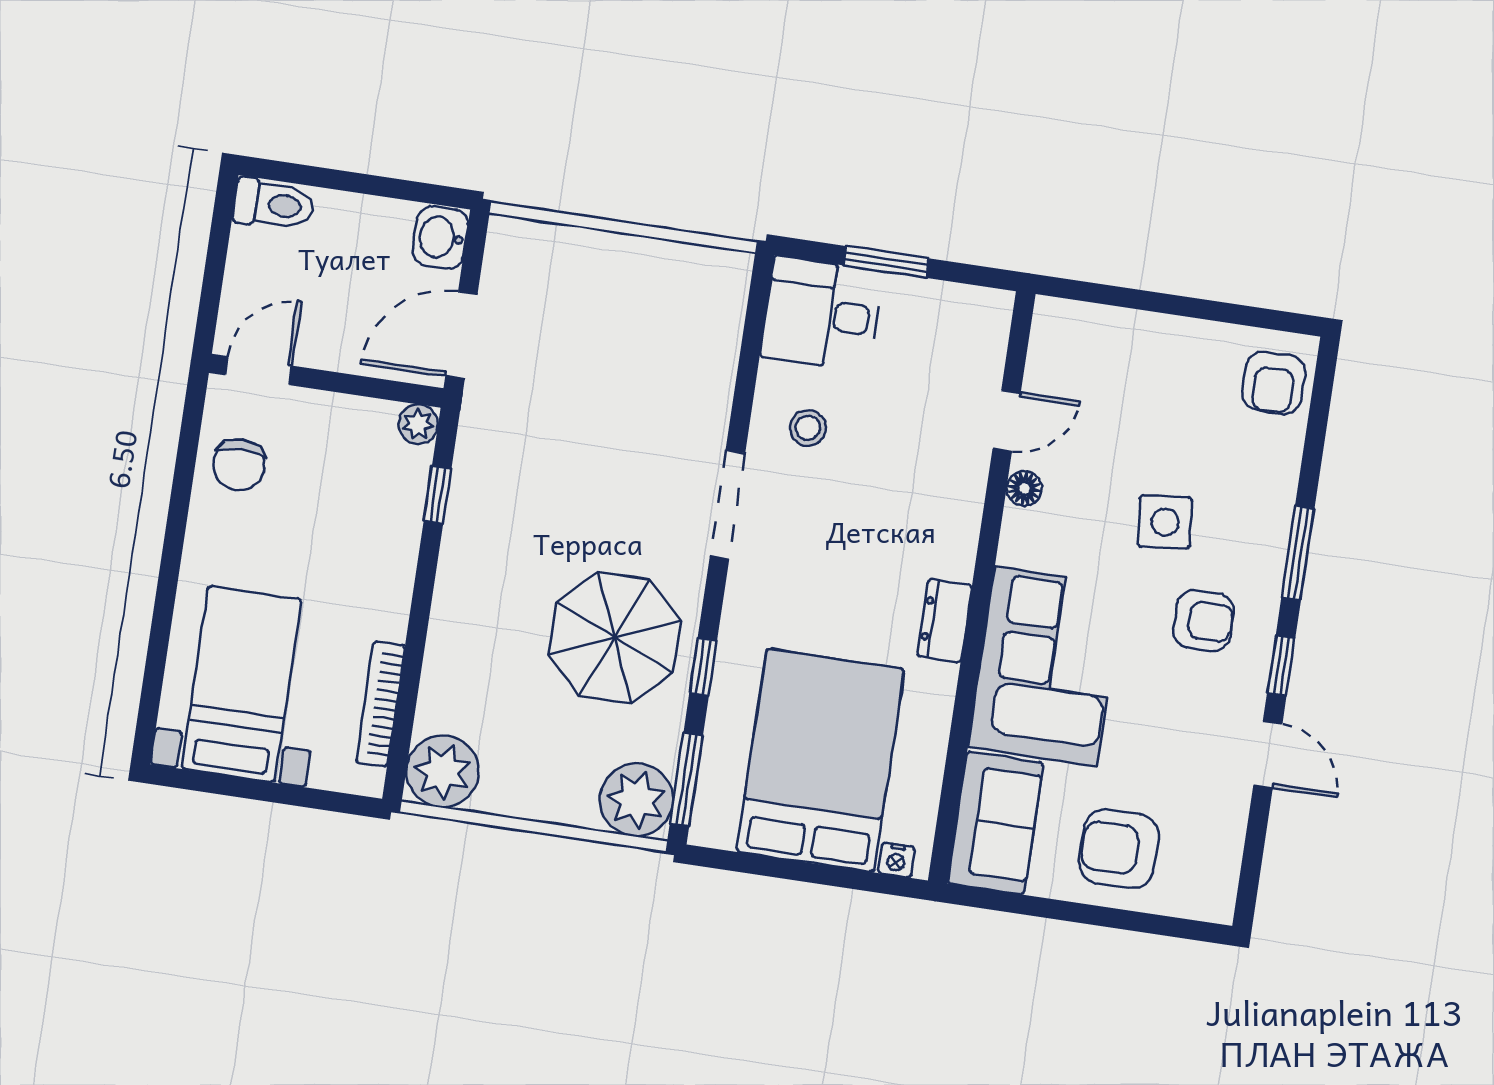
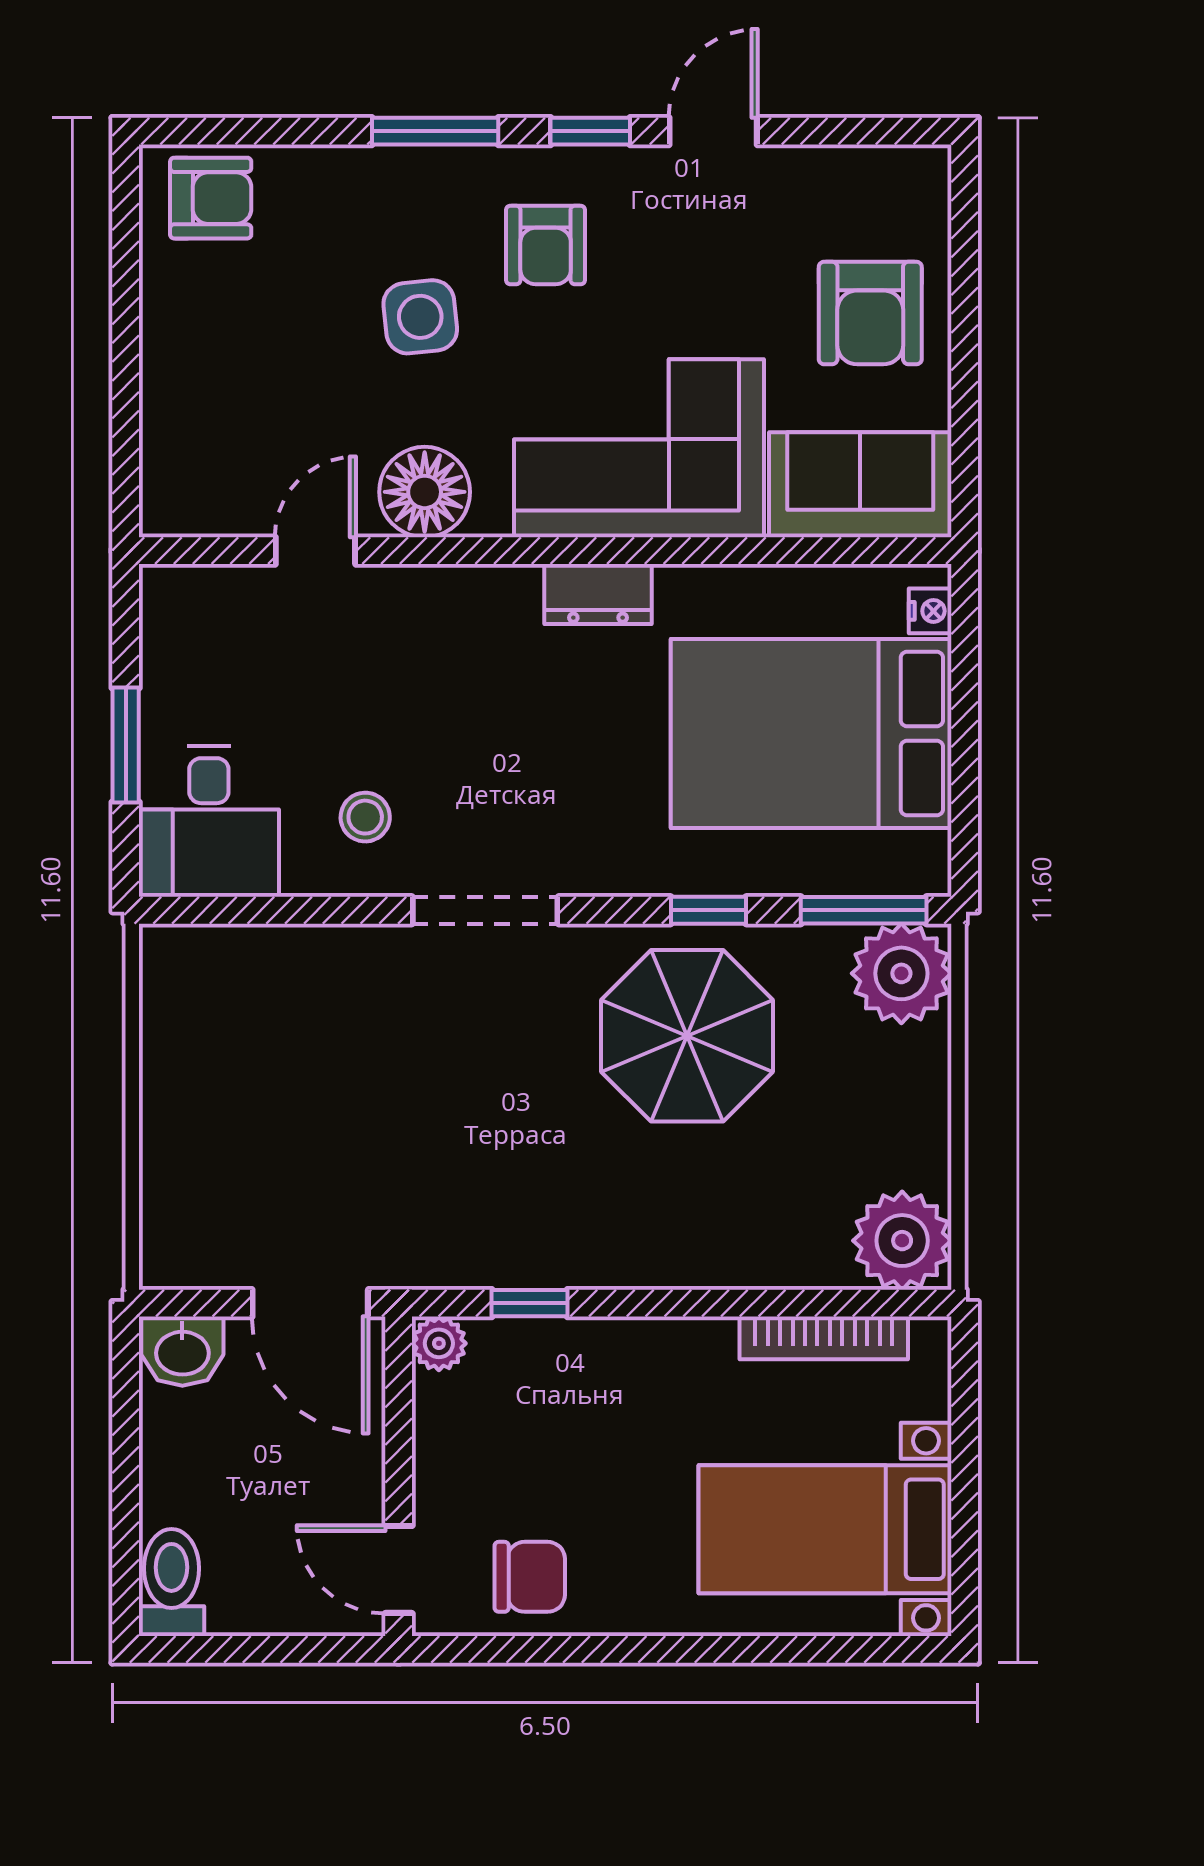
door: (1007, 421) -> (315, 551), hinge flipped
floor lamp: (1024, 488) -> (425, 492), width x1.89, depth x1.89
armchair: (1203, 621) -> (546, 245), turned 180

